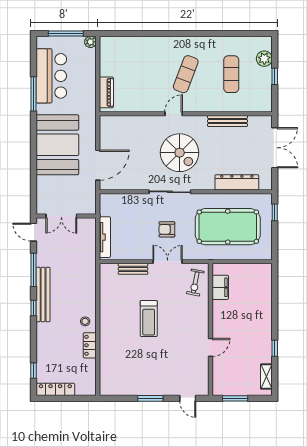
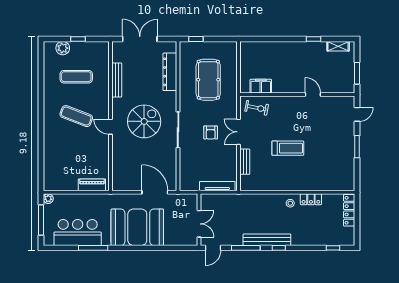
pool table: (228, 227) -> (208, 80), width x0.73, depth x0.76
locker: (55, 389) -> (349, 210), moved

